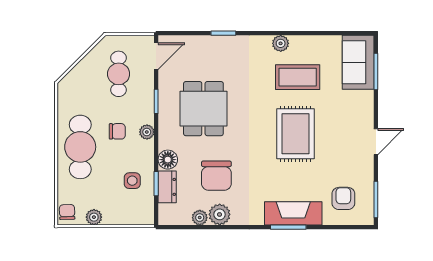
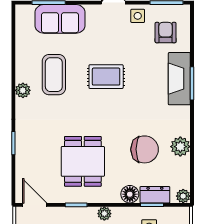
sofa: (358, 62) -> (60, 19), moved
dining table: (203, 109) -> (83, 161), turned 90
rug: (295, 134) -> (106, 77), width x0.73, depth x0.70
side table: (361, 168) -> (138, 16), added
armchair: (343, 198) -> (166, 33), turned 90
plant: (200, 218) -> (183, 196), moved

